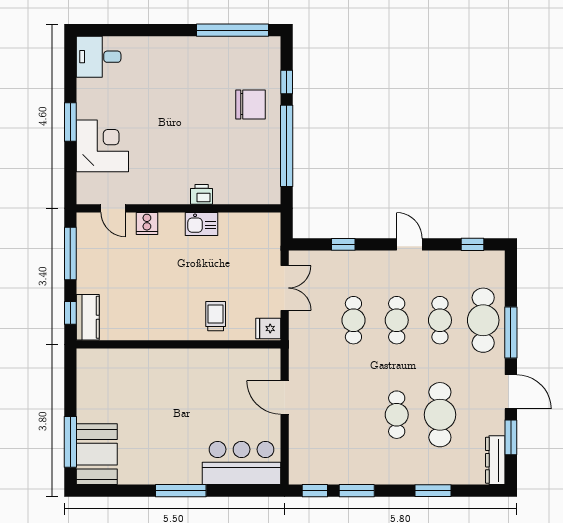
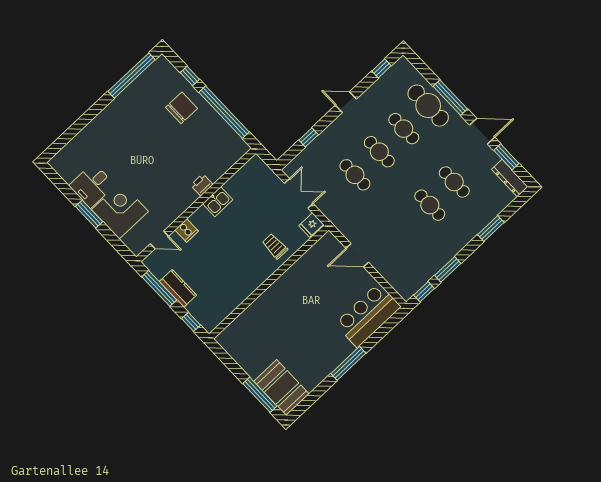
desk: (99, 57) -> (92, 185), moved
kitchen counter: (88, 317) -> (178, 288), moved
cafe table: (440, 415) -> (454, 182), width x0.73, depth x0.74

